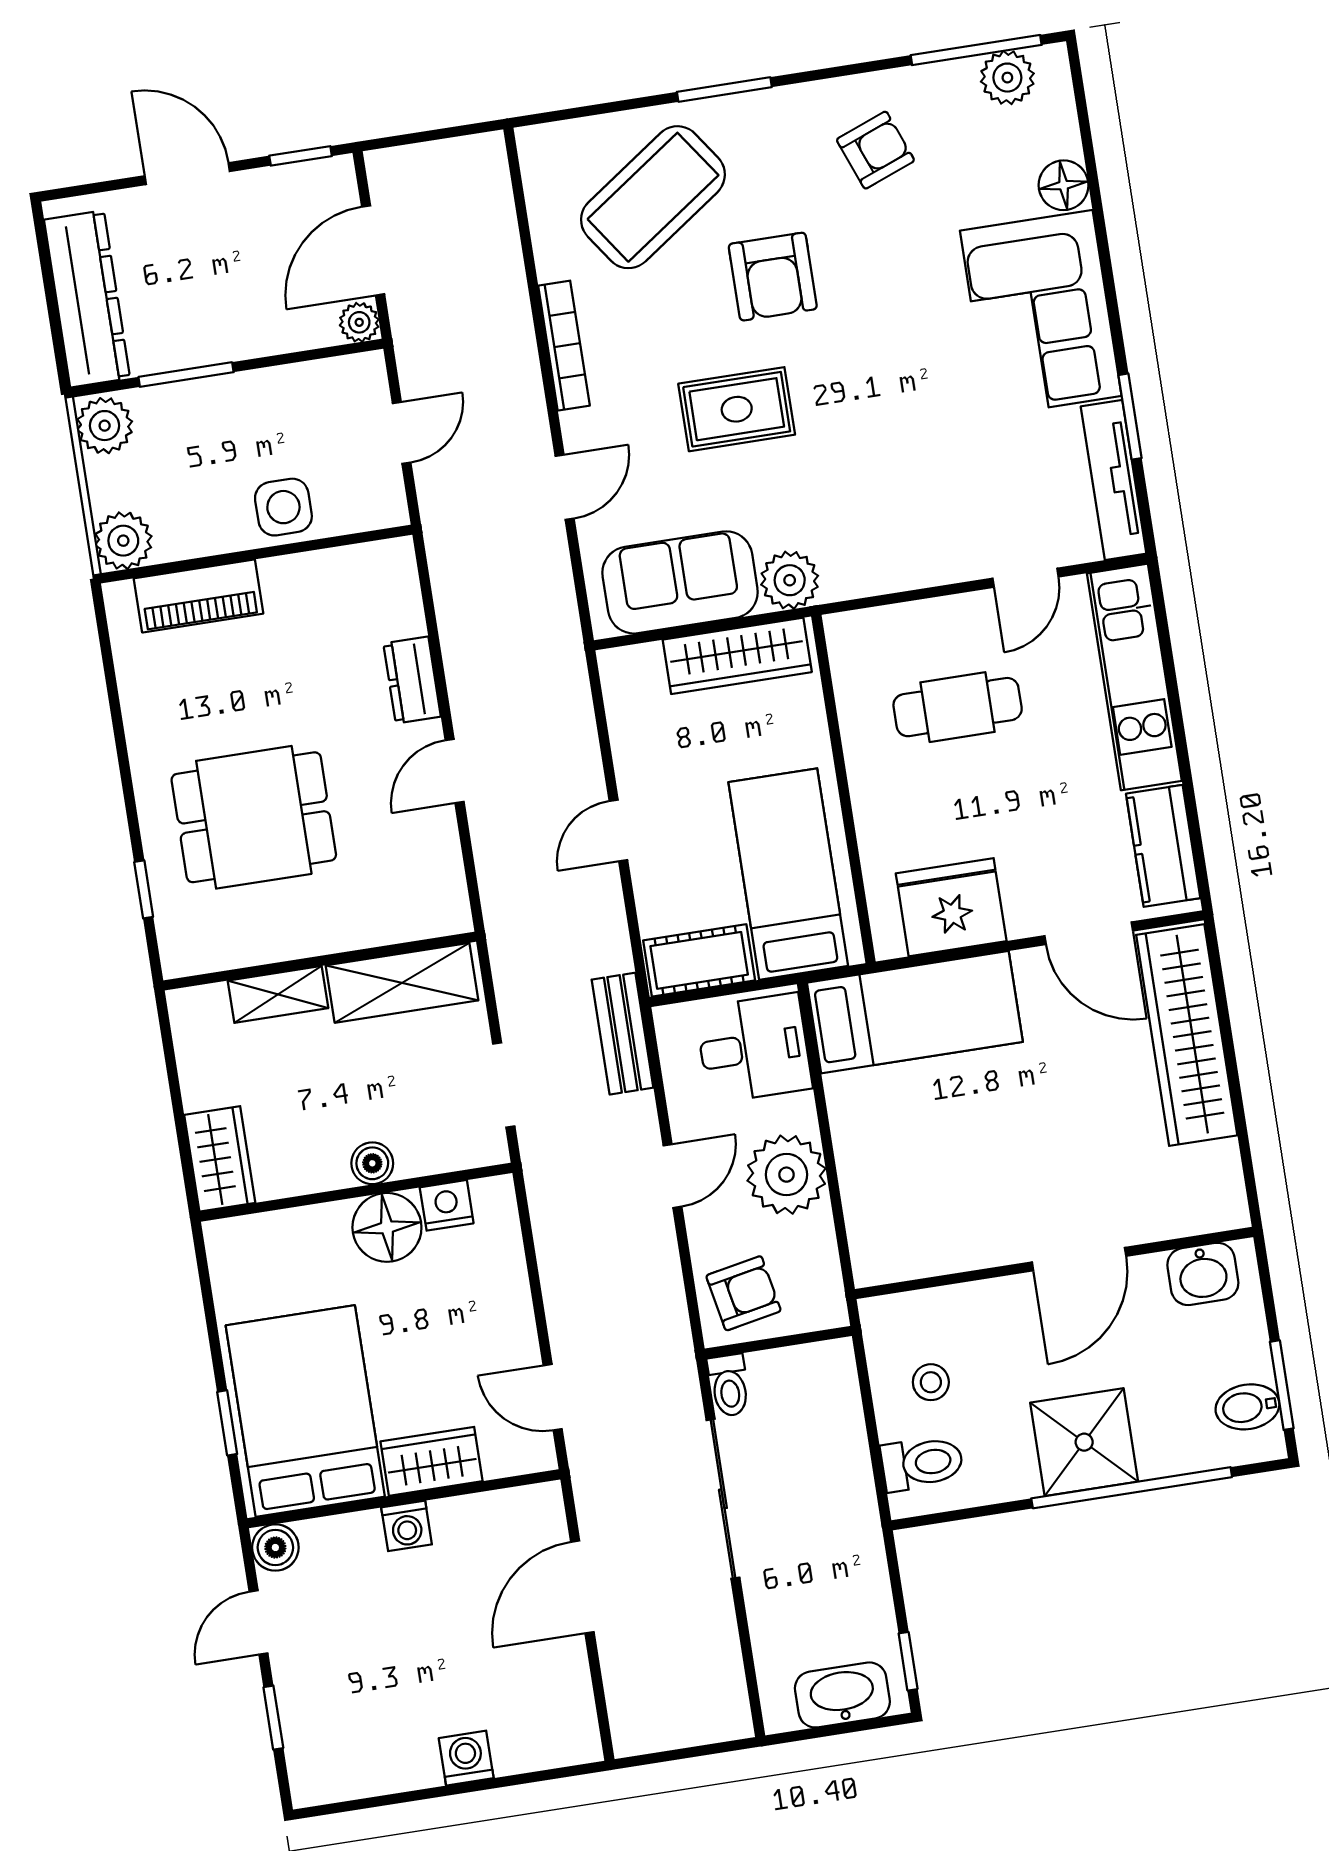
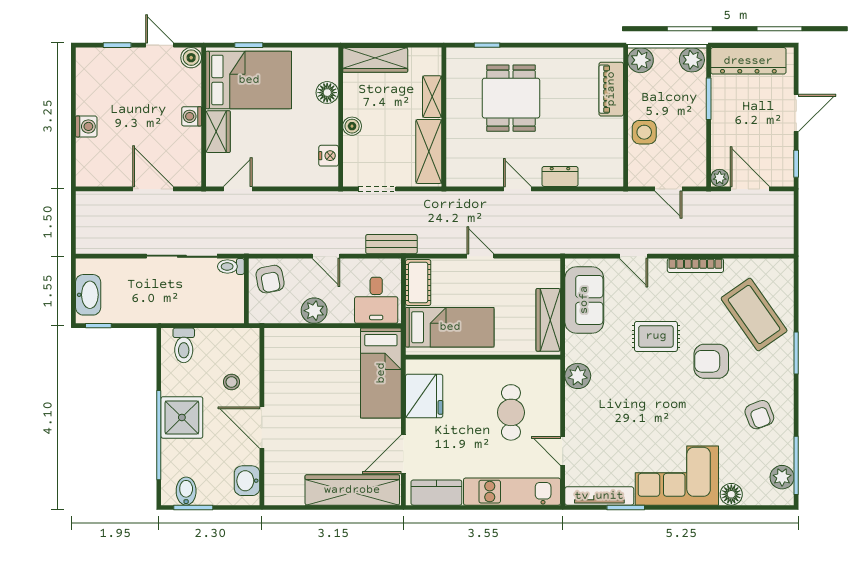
rug: (737, 409) -> (656, 336), turned 90
plant: (790, 580) -> (578, 376), moved
wardrobe: (220, 1159) -> (375, 60), width x1.50
plant: (787, 1175) -> (314, 311), width x0.73, depth x0.73
floor lamp: (387, 1227) -> (327, 93), moved, width x0.73, depth x0.73
stool: (931, 1382) -> (232, 382), moved

